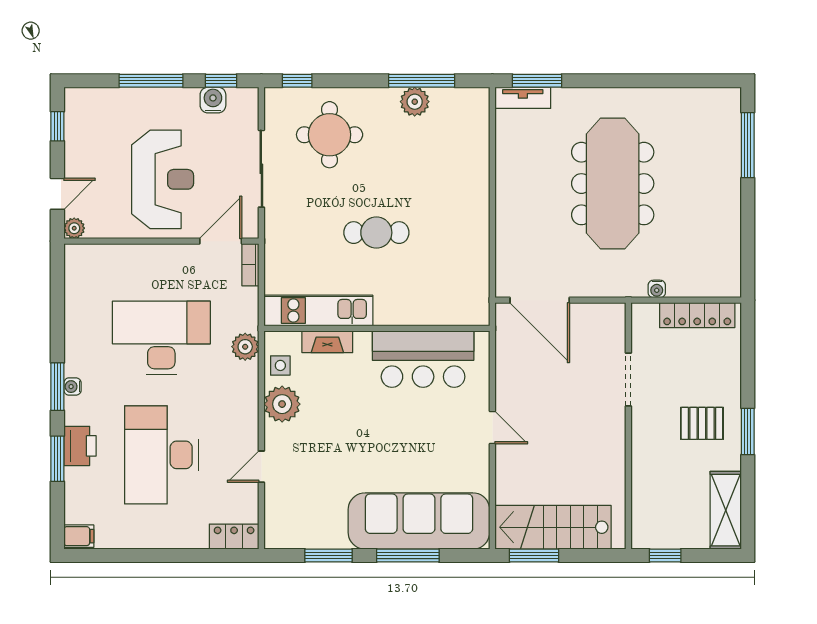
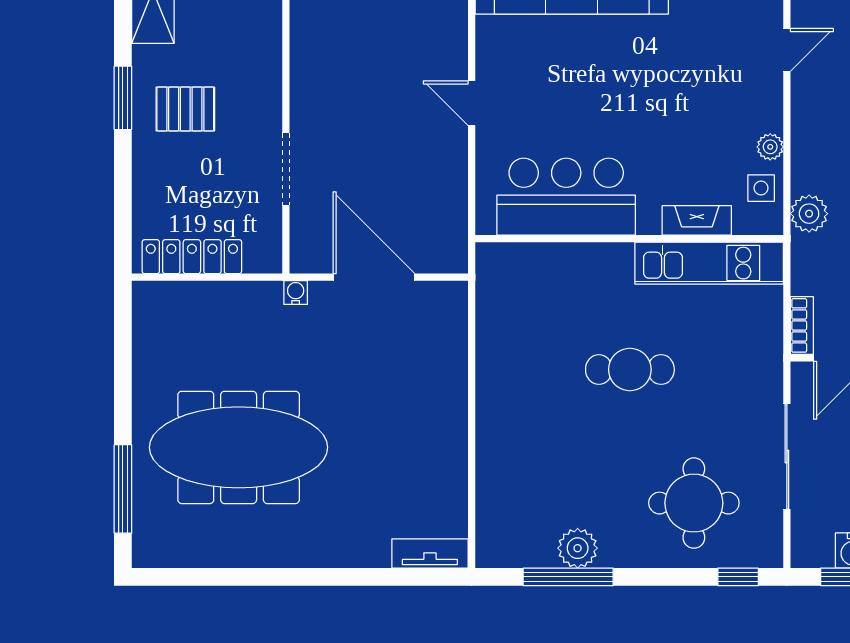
window: (537, 81) -> (410, 577), removed
meeting table: (613, 184) -> (239, 447), moved, turned 90
water cooler: (657, 289) -> (296, 293), moved
door: (540, 300) -> (374, 277), moved
plant: (282, 404) -> (770, 147), width x0.53, depth x0.53

